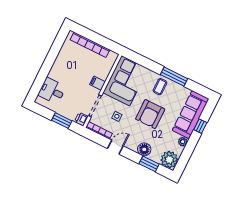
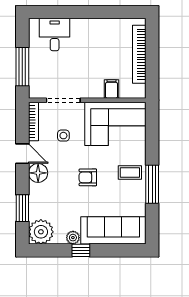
filing cabinet: (98, 83) -> (112, 89), moved
armchair: (150, 114) -> (88, 177), width x0.53, depth x0.53
printer: (81, 119) -> (37, 91), removed
window: (62, 121) -> (22, 67), width x1.44
window: (200, 126) -> (81, 250), moved
floor lamp: (144, 149) -> (38, 173), moved

